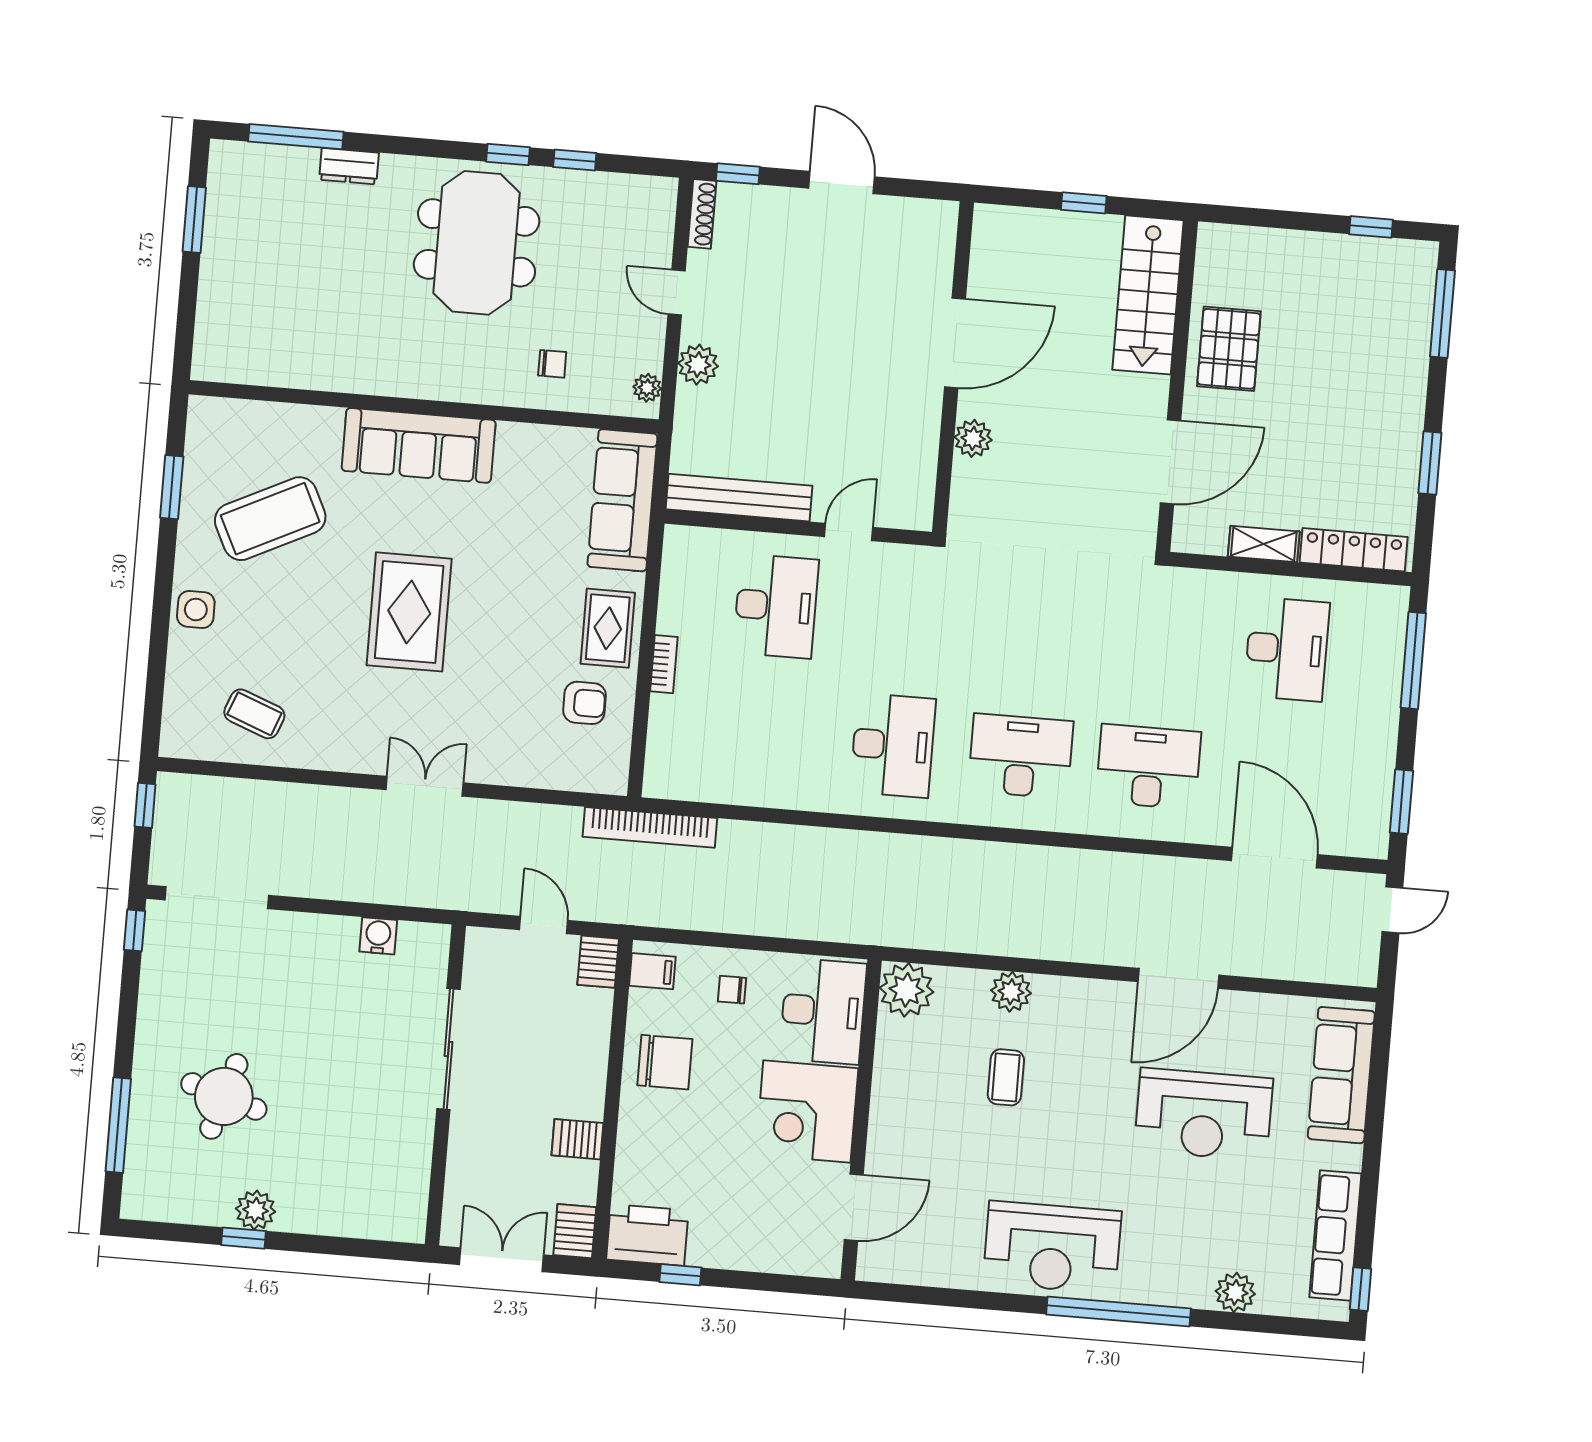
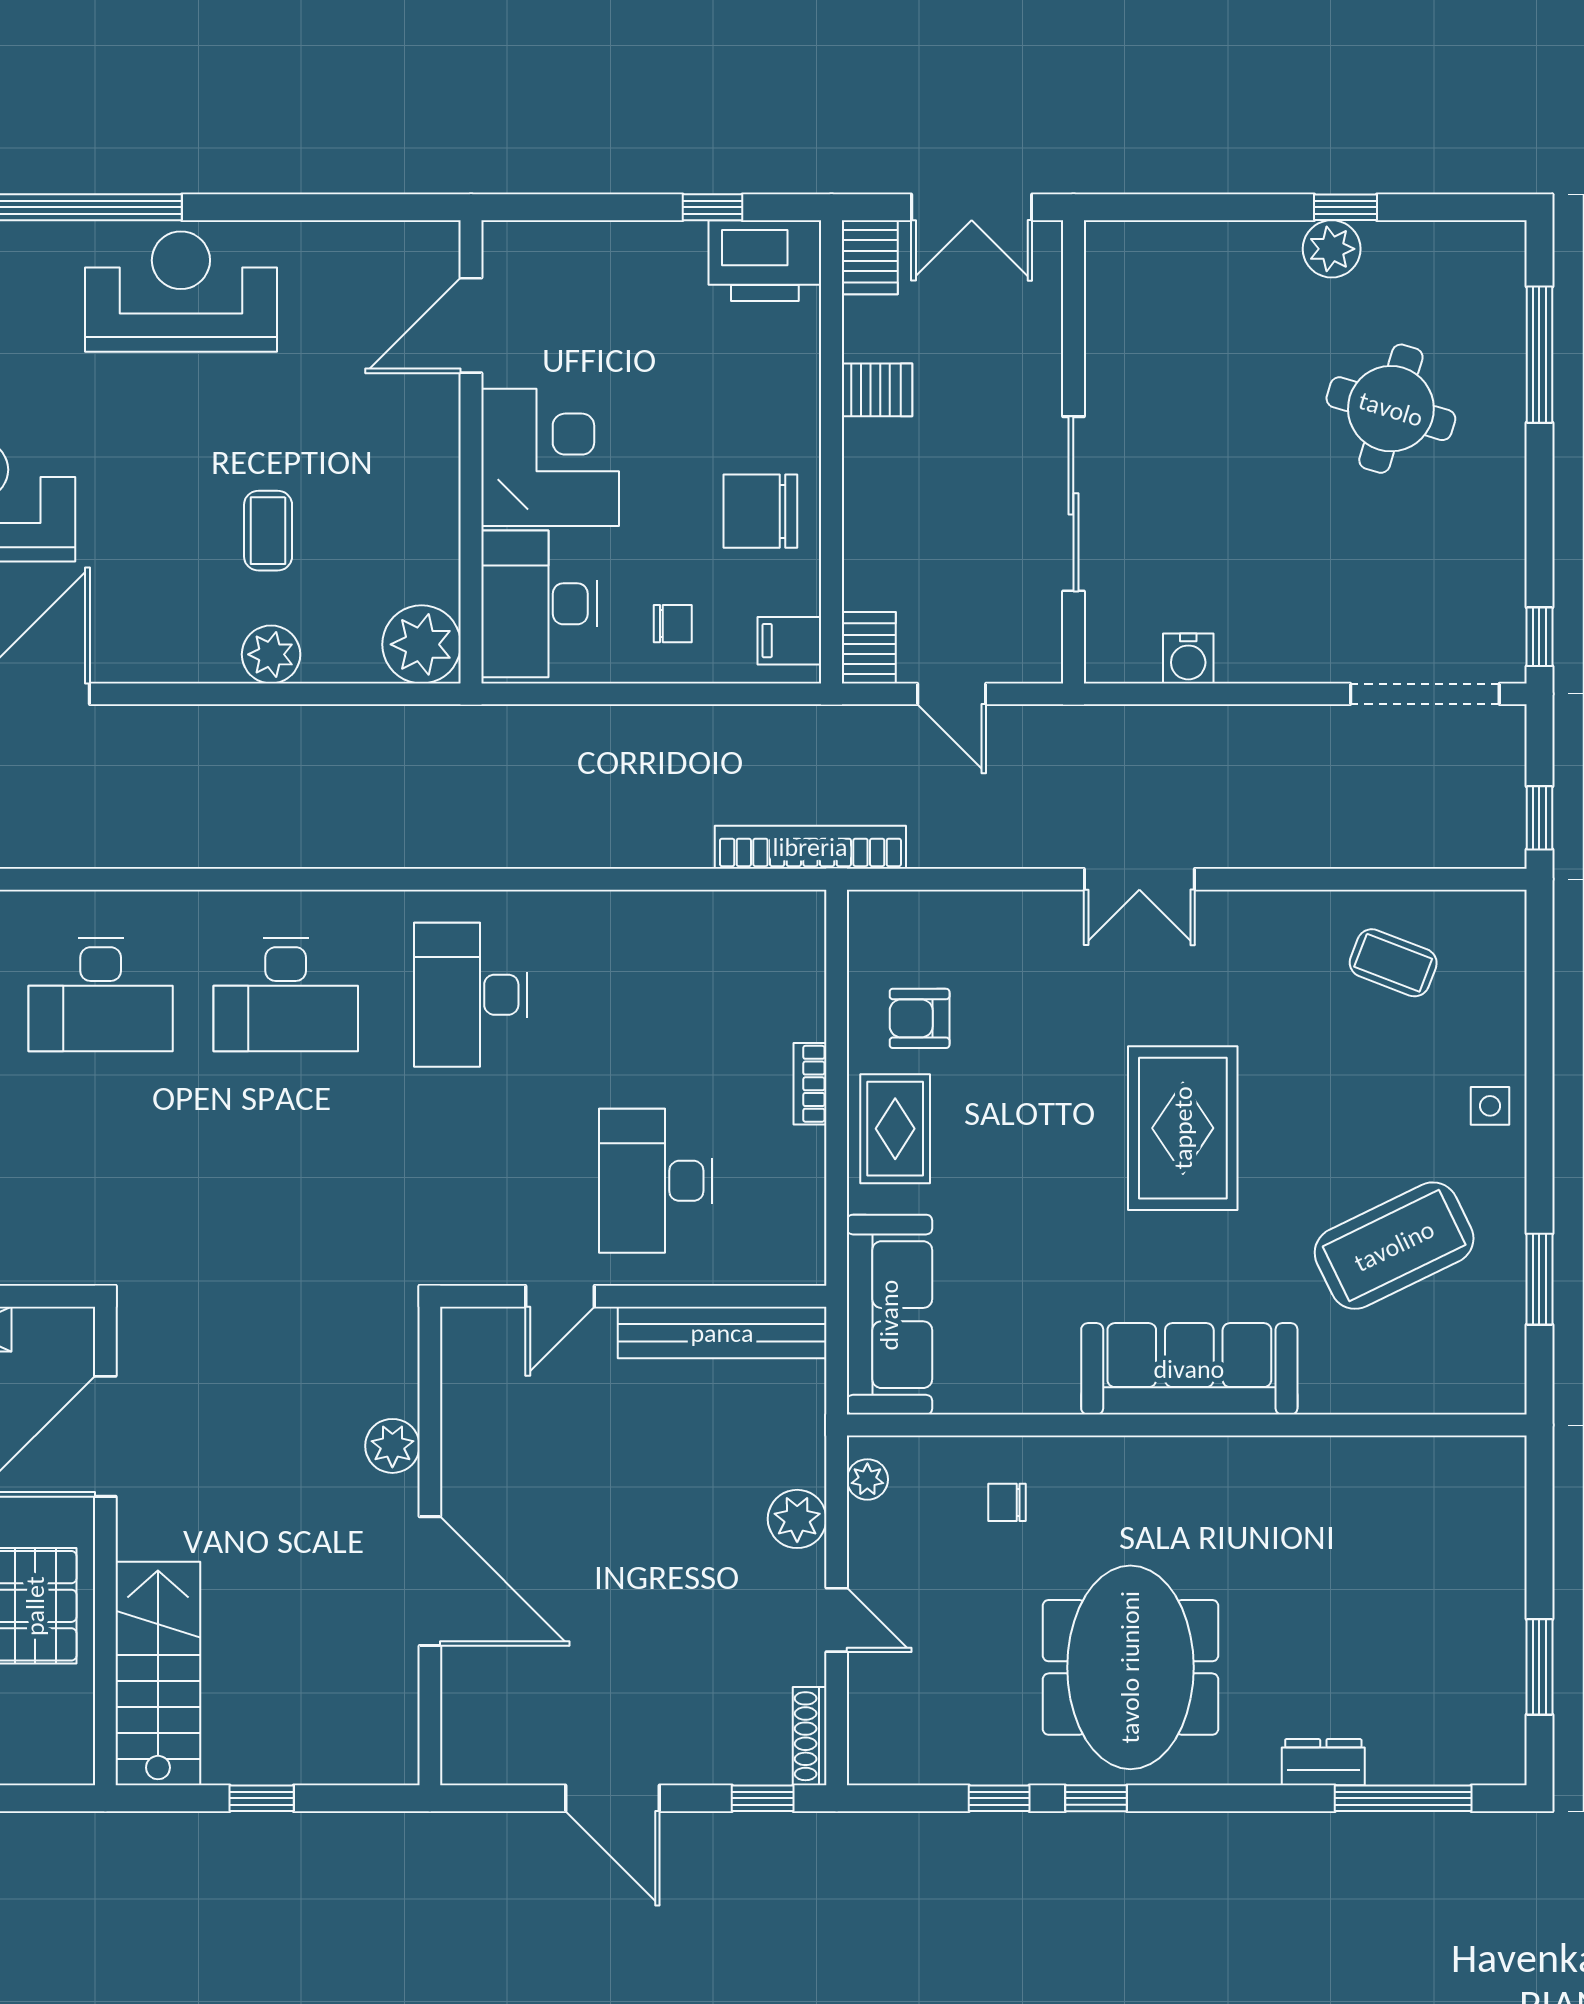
door: (955, 343) -> (430, 1581), swing flipped
side table: (196, 609) -> (1490, 1106), width x0.73, depth x0.73

